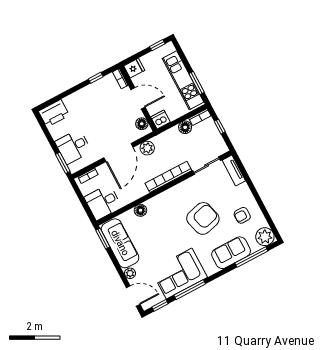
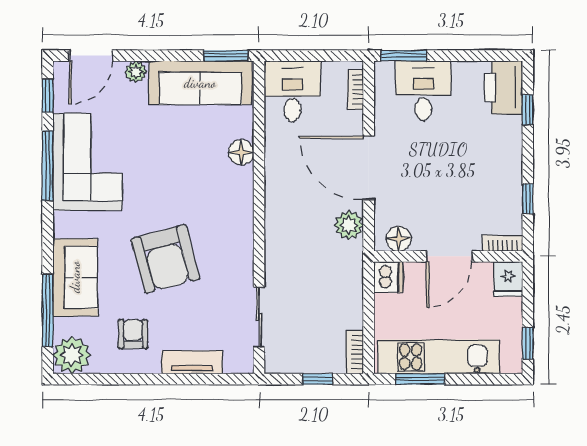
window: (58, 98) -> (528, 110), added
floor lamp: (185, 127) -> (350, 315), removed
tv unit: (234, 170) -> (192, 362), moved
bookcase: (168, 177) -> (275, 236), removed

